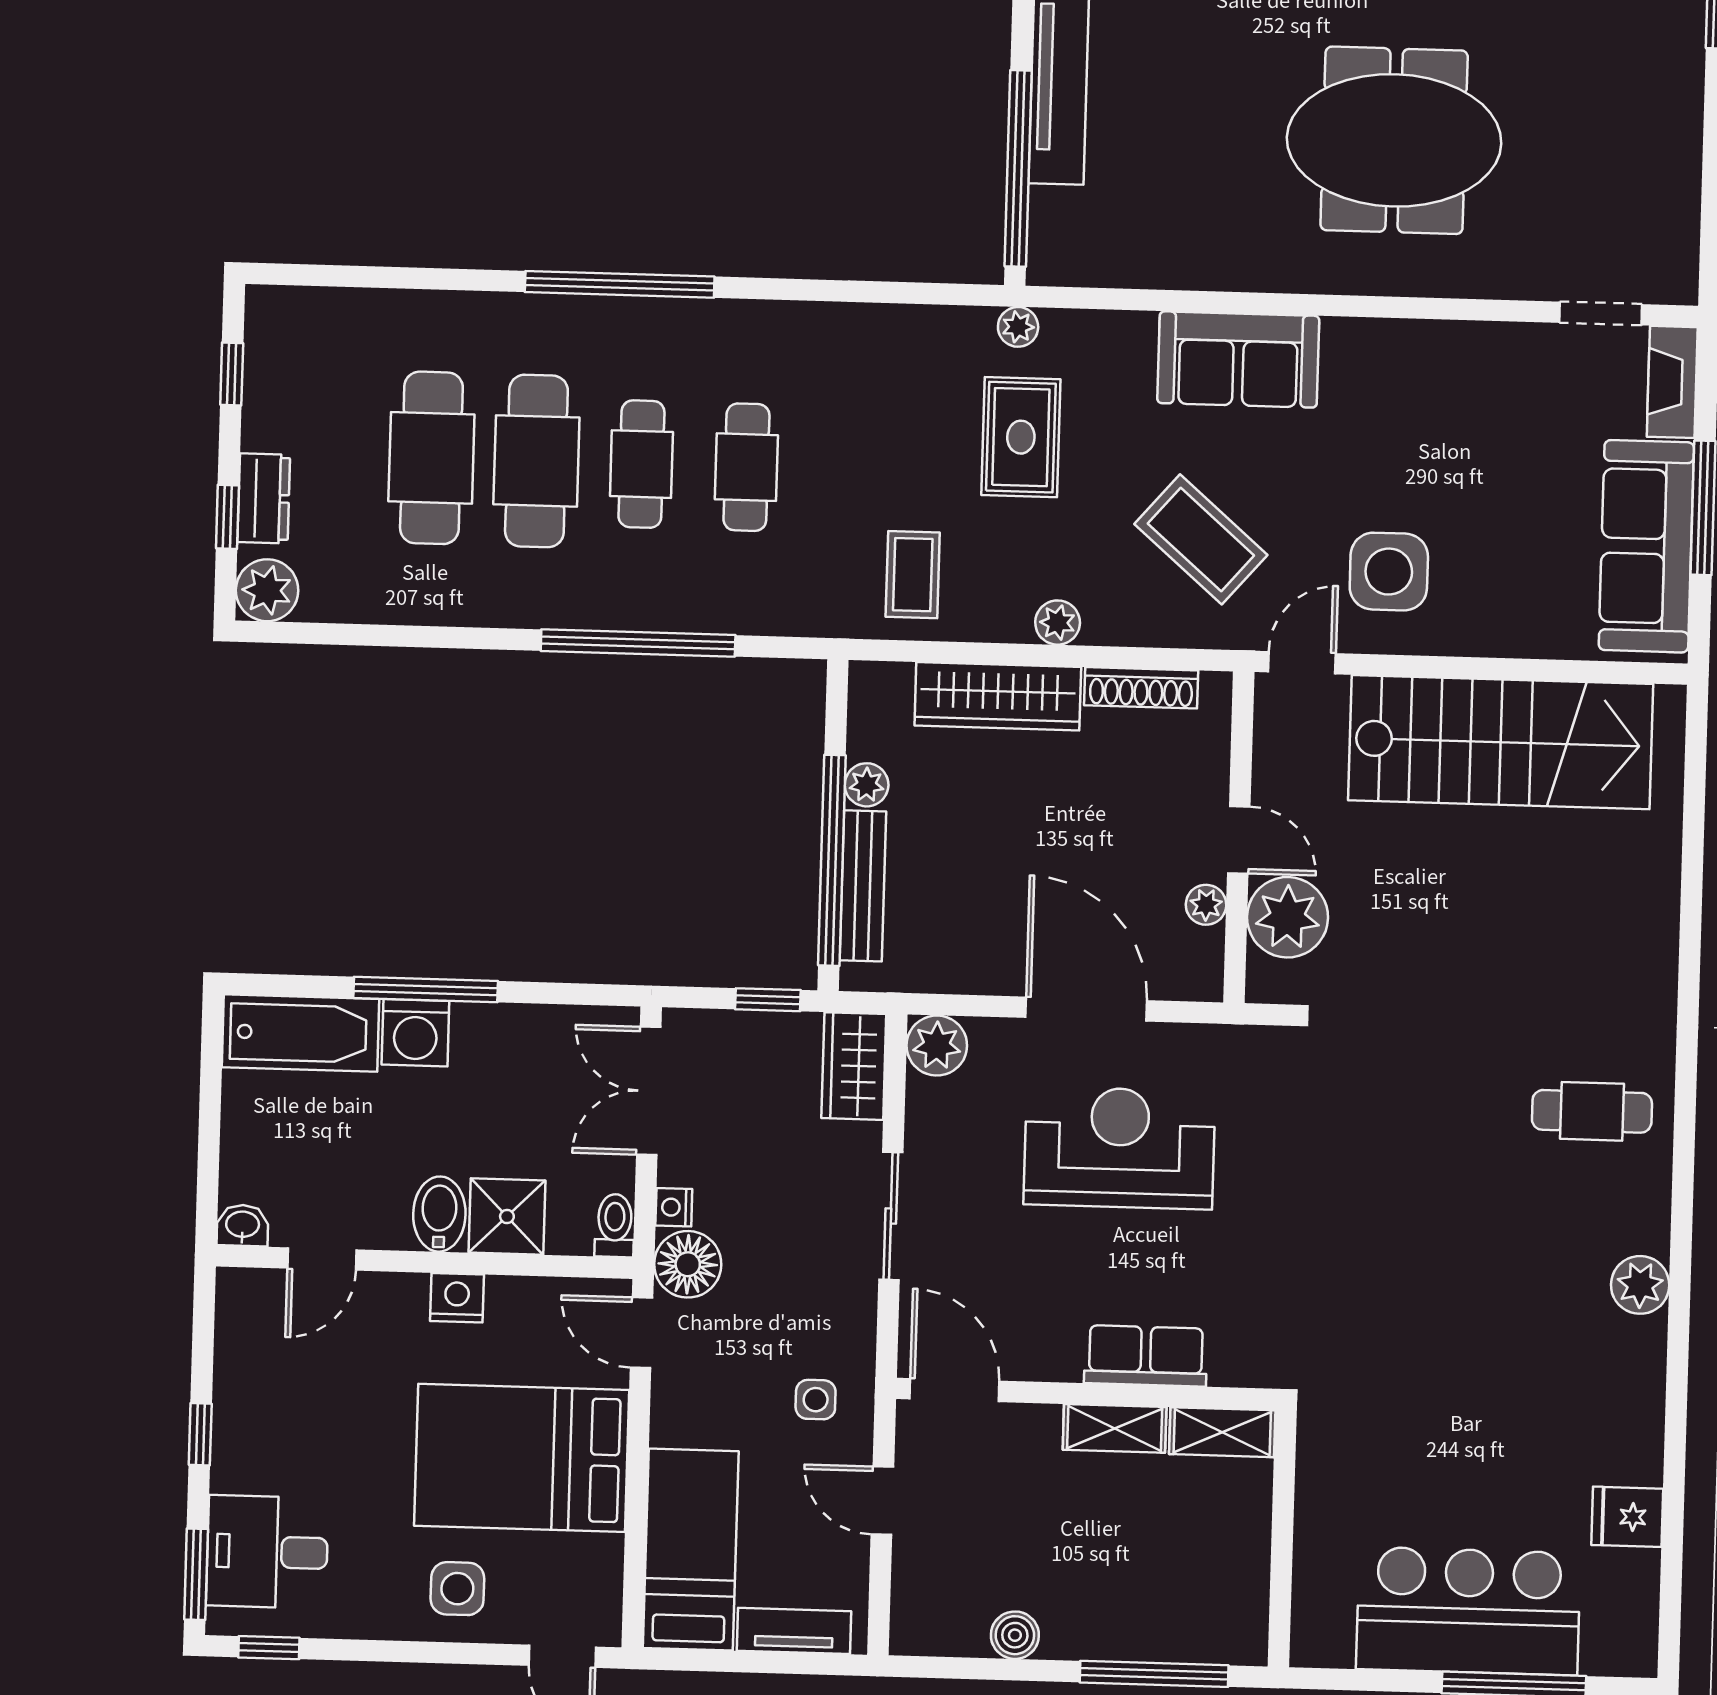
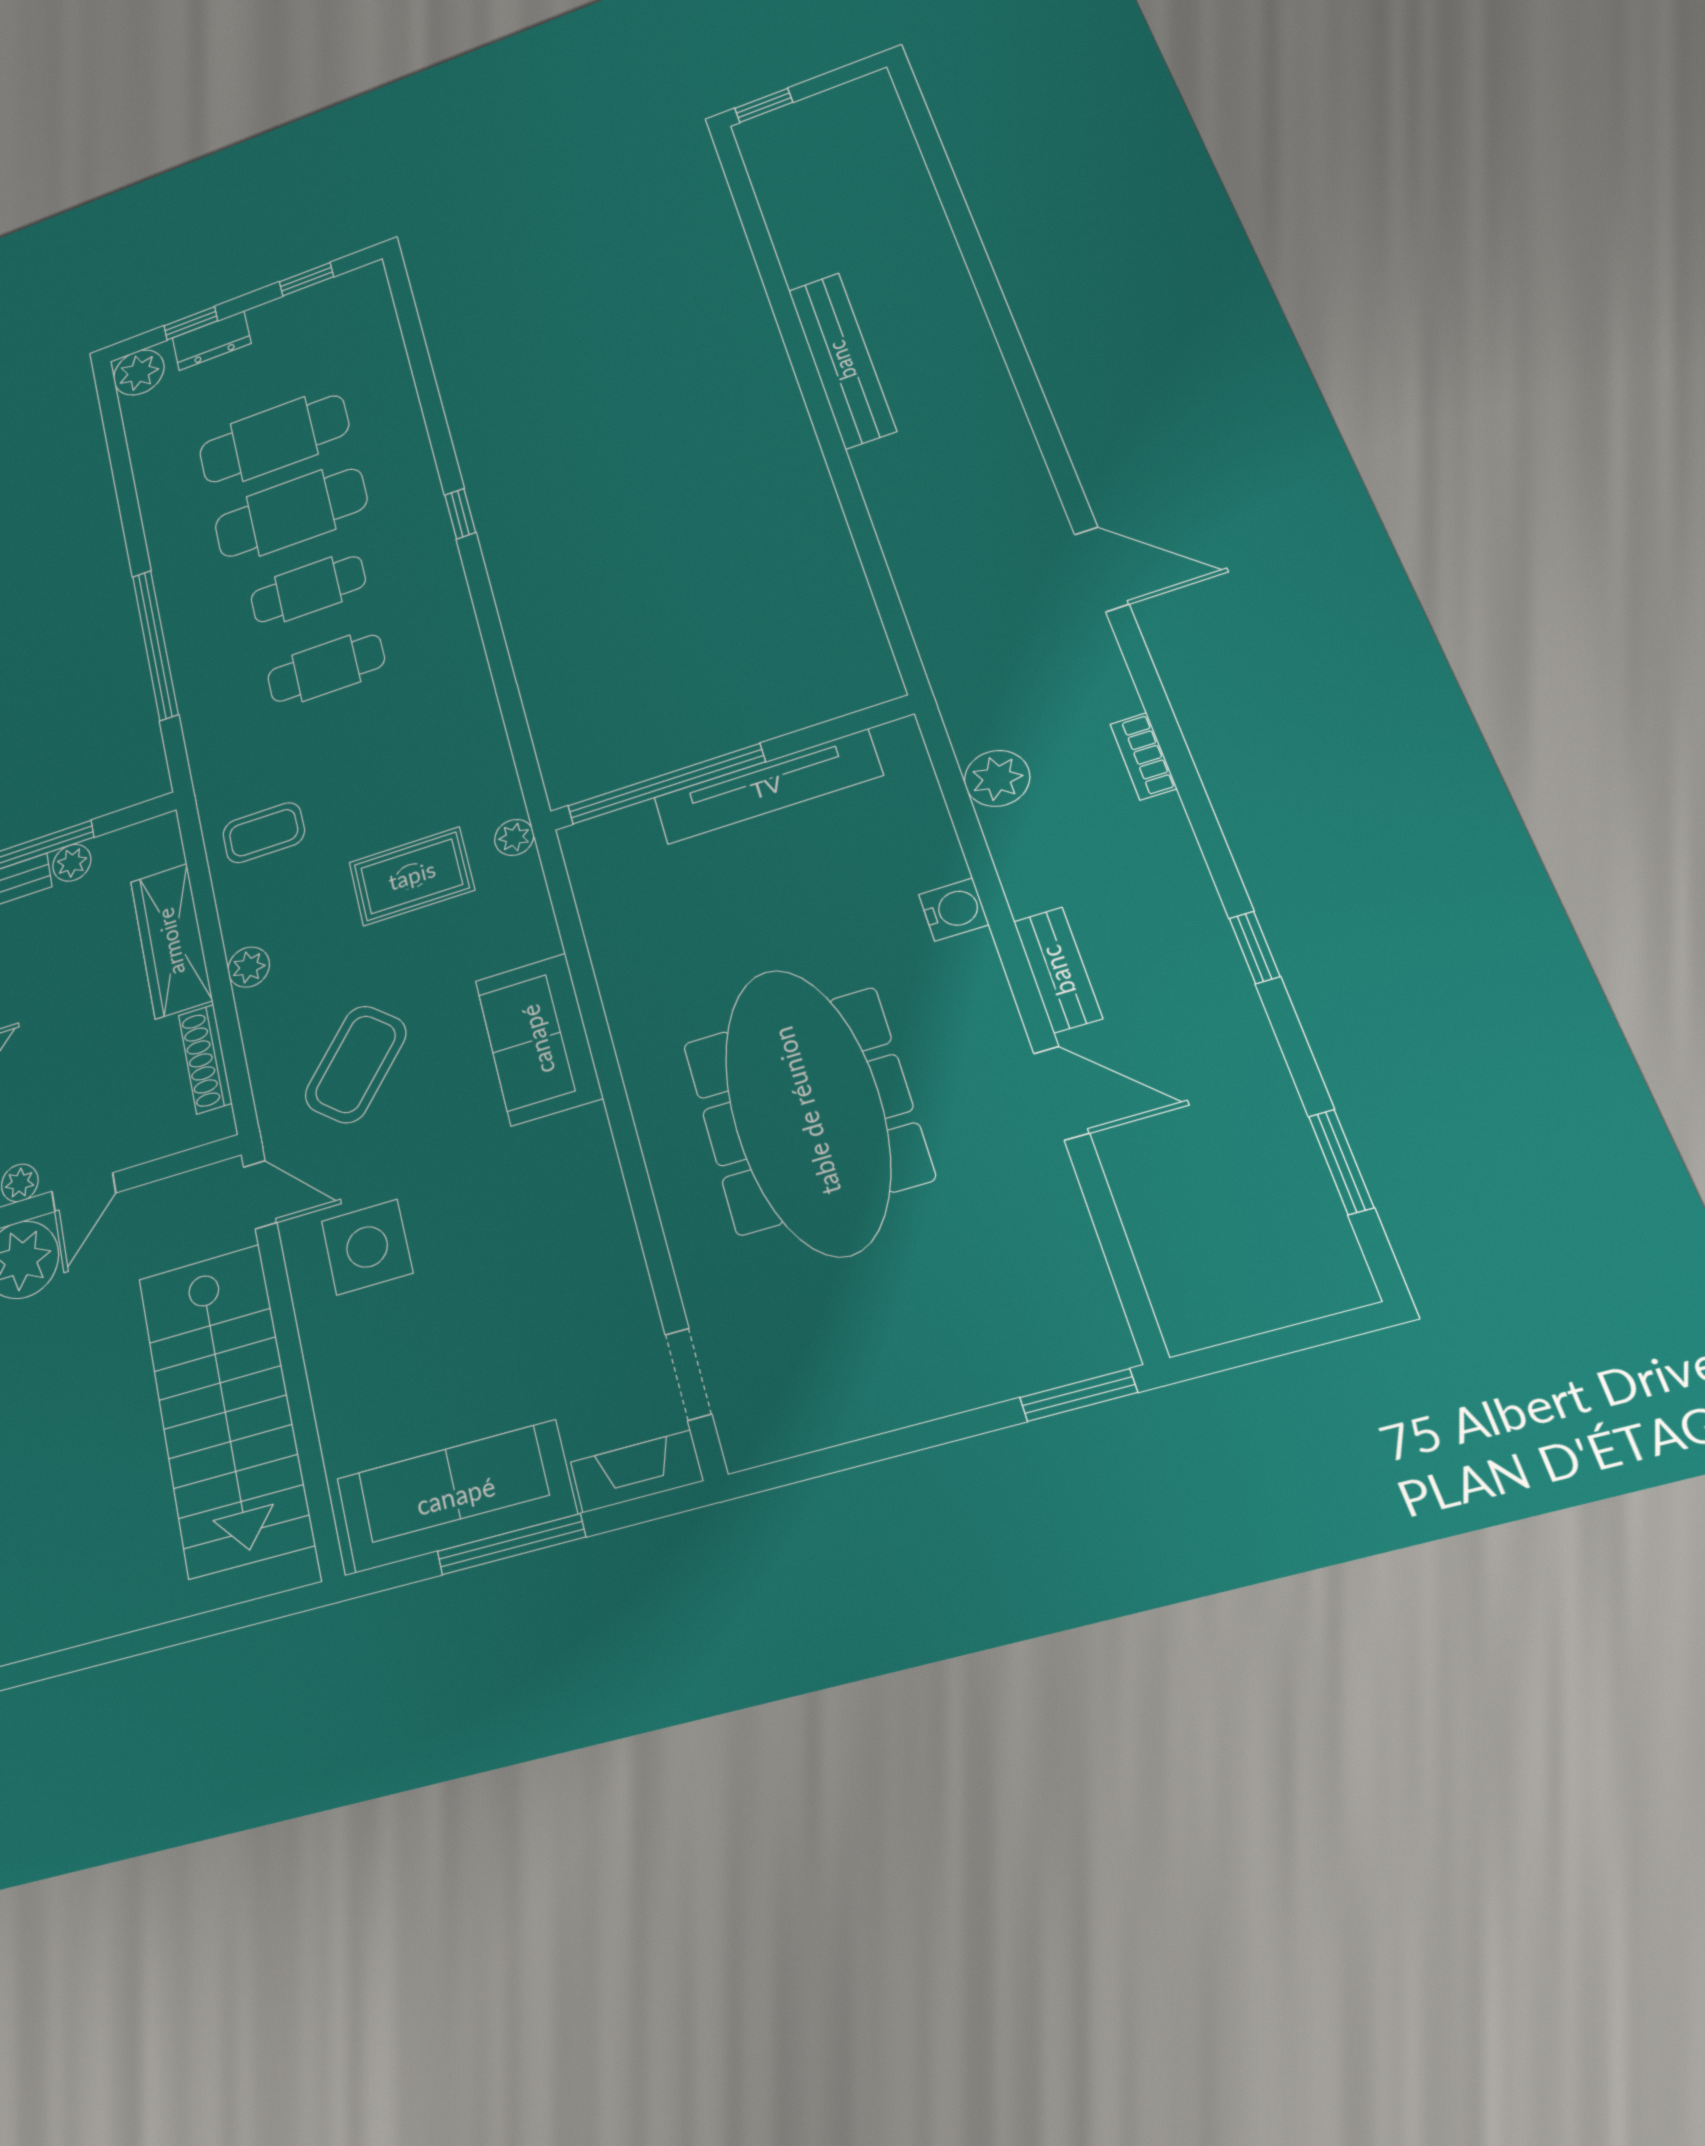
meeting table: (1394, 140) -> (807, 1110), width x1.36
window: (620, 284) -> (460, 514), width x0.32

